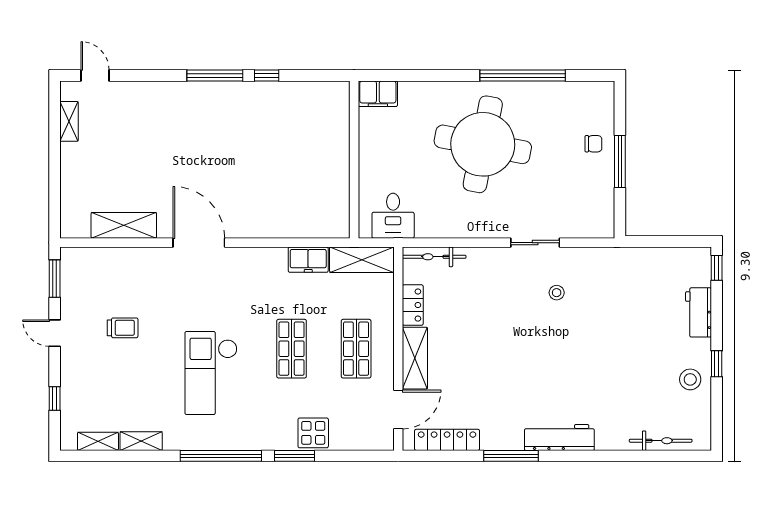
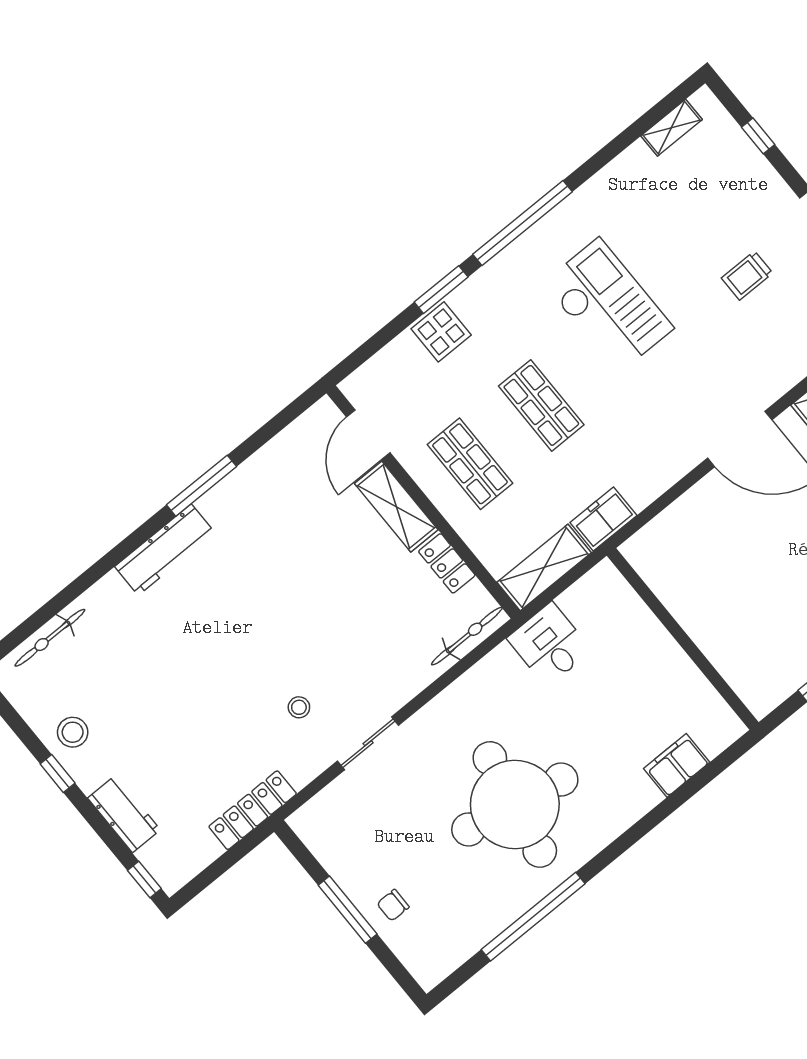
wall: (354, 160) -> (683, 639), moved
locker: (447, 440) -> (253, 810), moved, turned 180
shelving: (141, 441) -> (624, 167), removed

